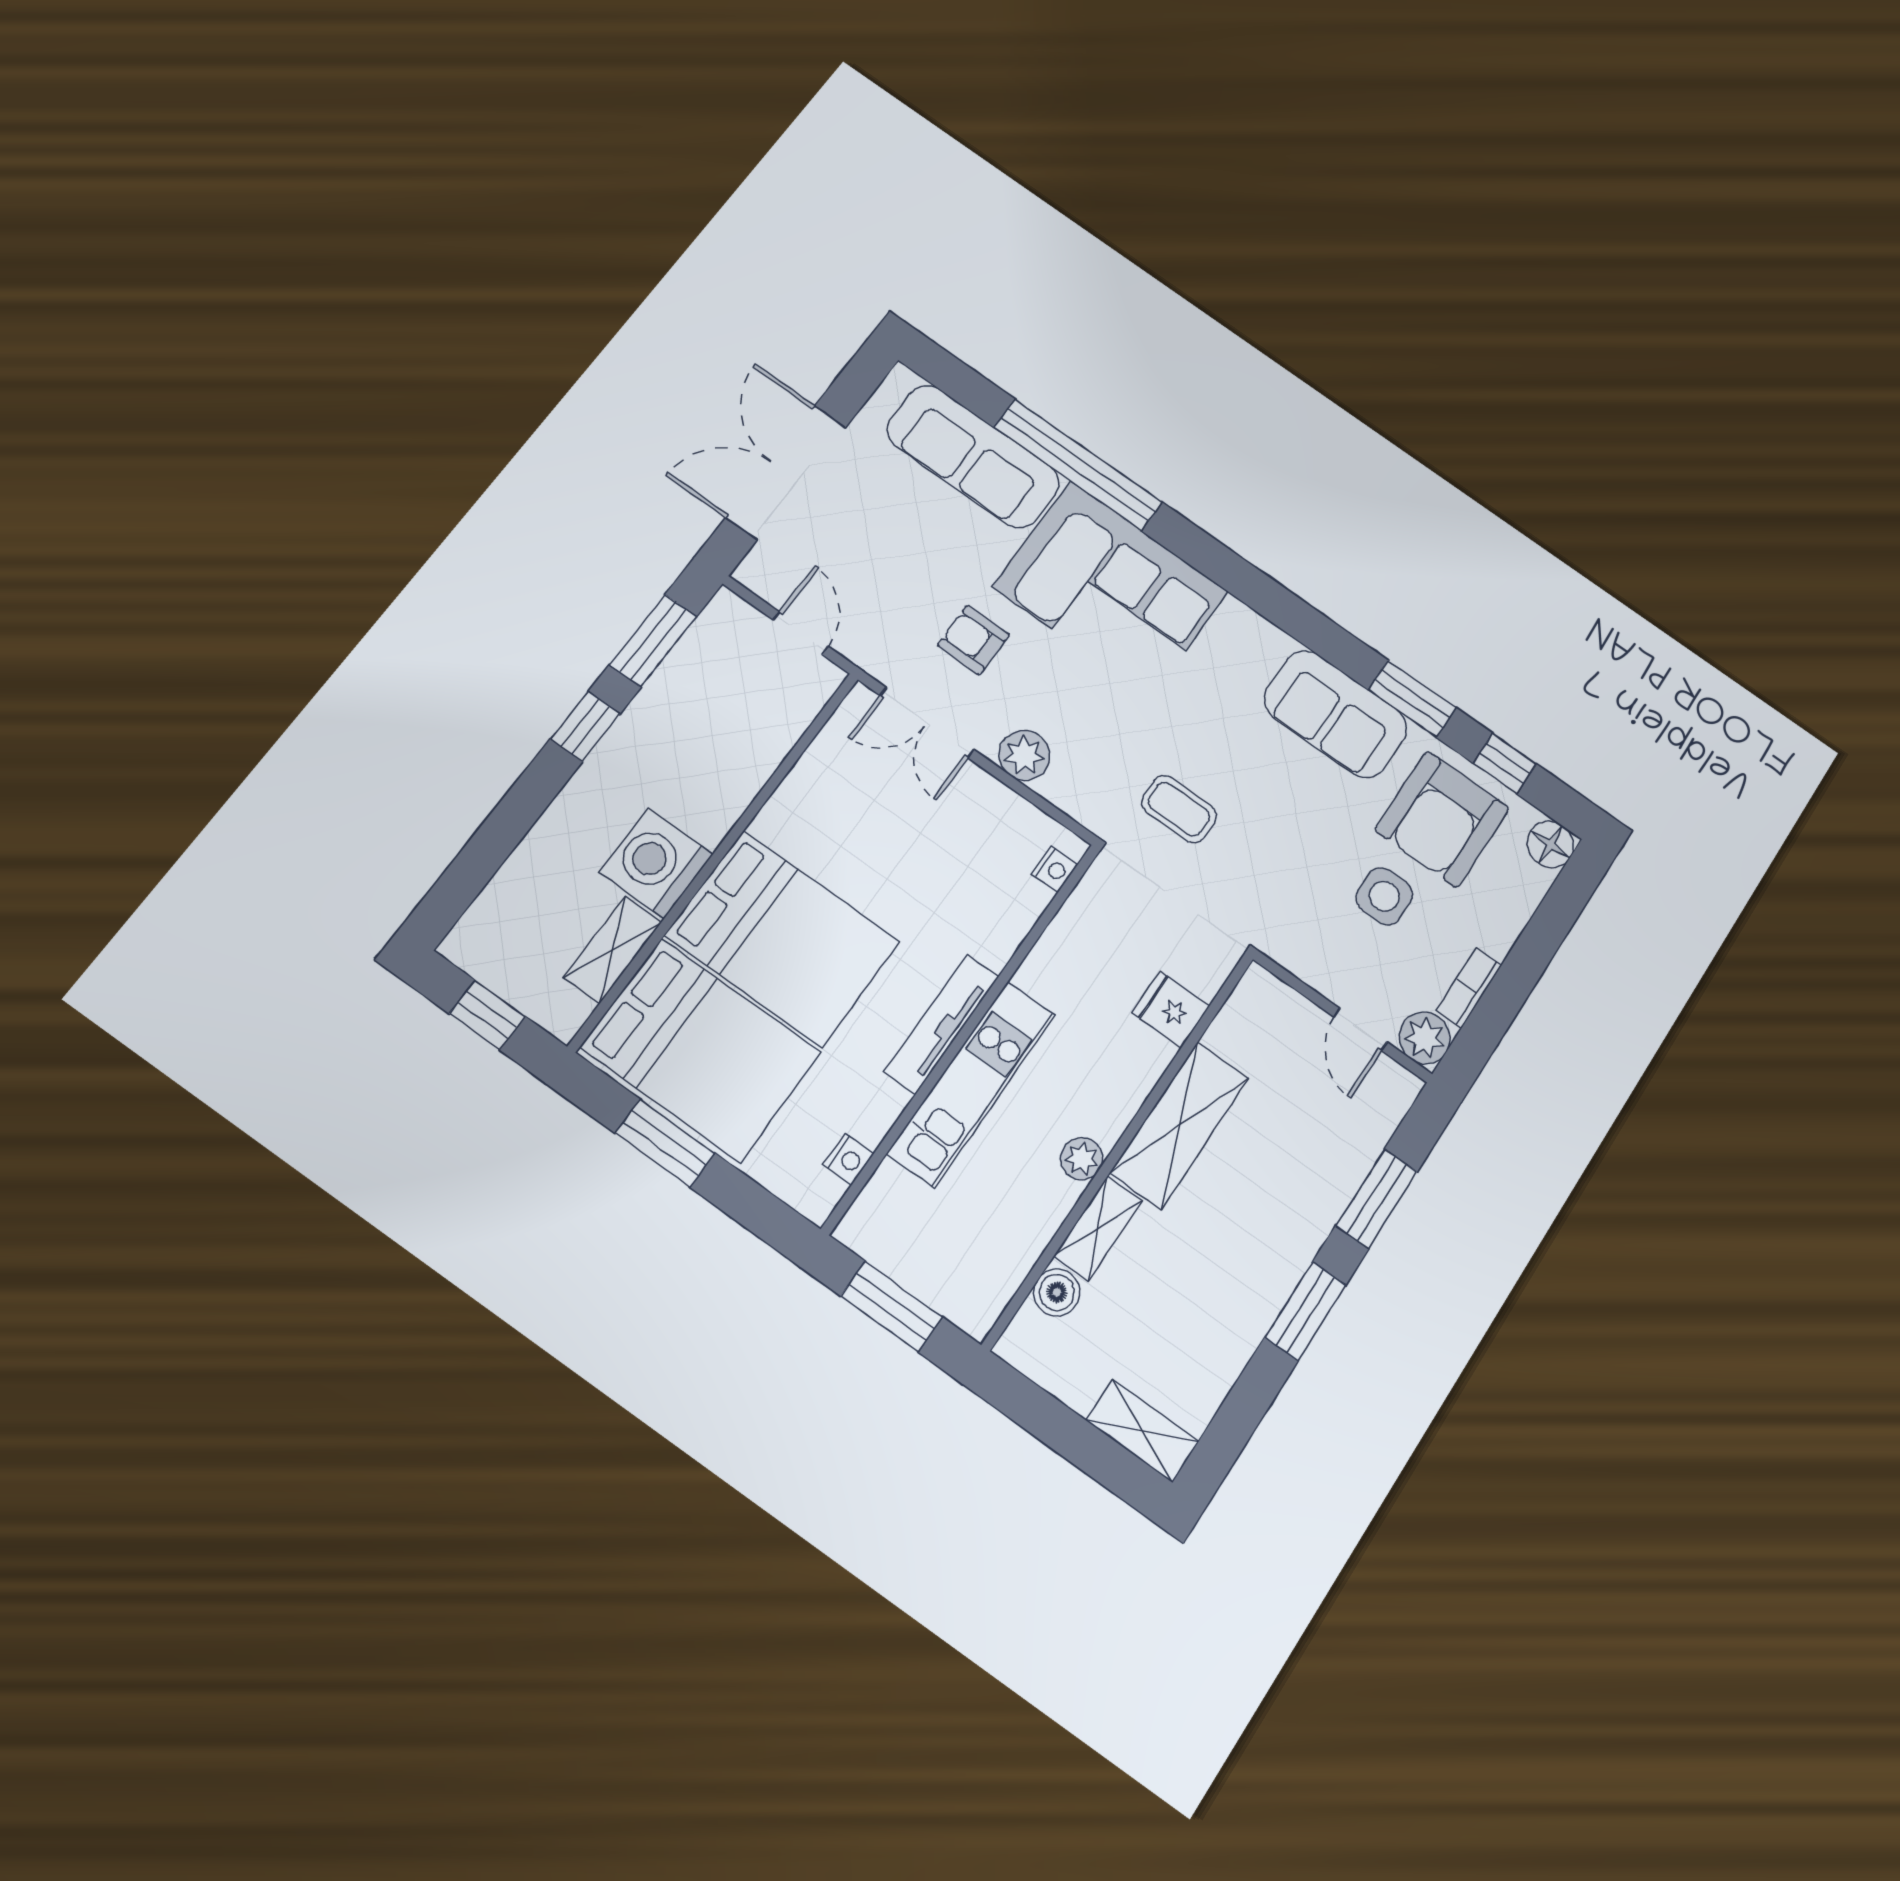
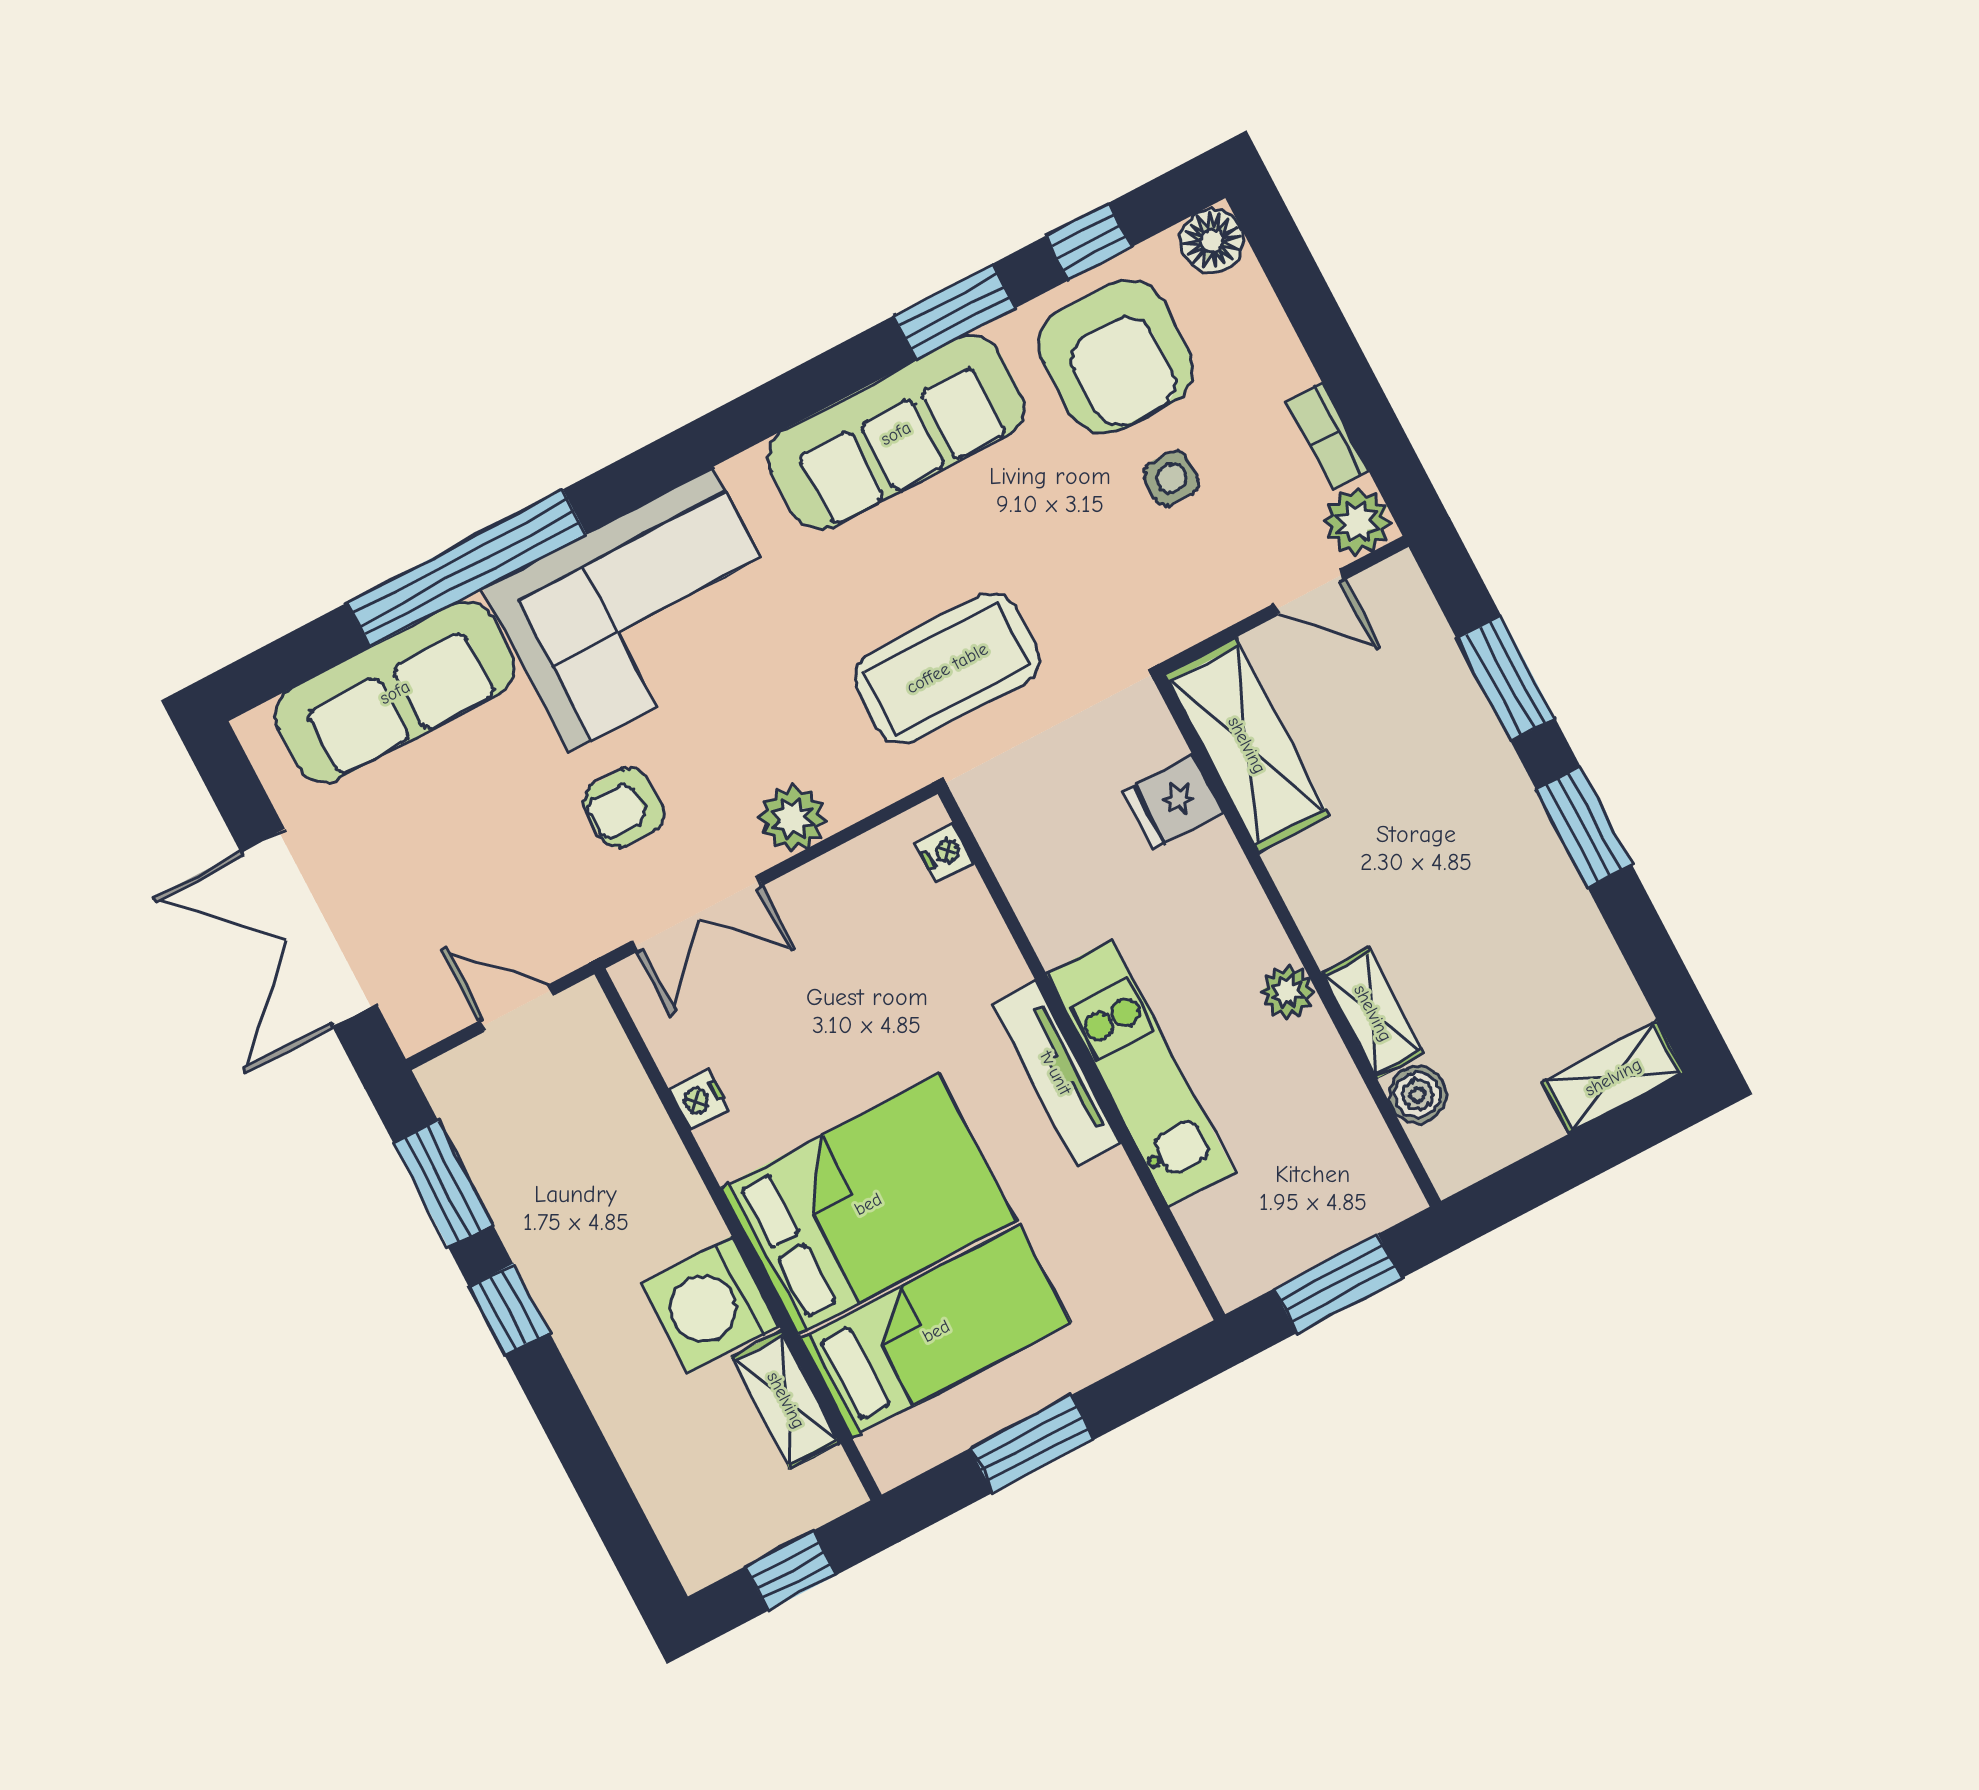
sofa: (1336, 714) -> (896, 433), width x1.36
coffee table: (1179, 809) -> (947, 668), width x1.86, depth x1.72
side table: (1384, 896) -> (1171, 478), width x0.73, depth x0.73
bed: (701, 1050) -> (936, 1331), width x0.67
shelving: (1180, 1125) -> (1247, 745), moved
nightstand: (848, 1159) -> (699, 1099), moved, turned 180

